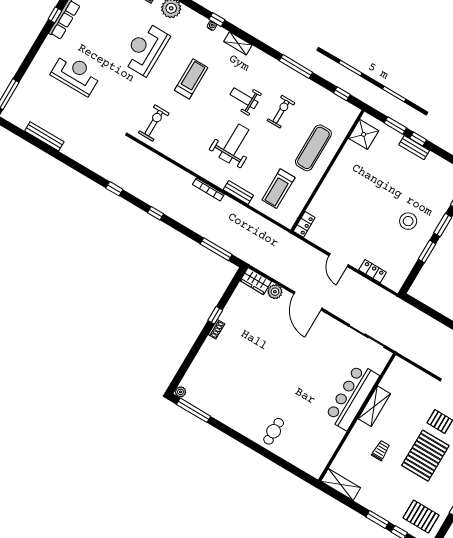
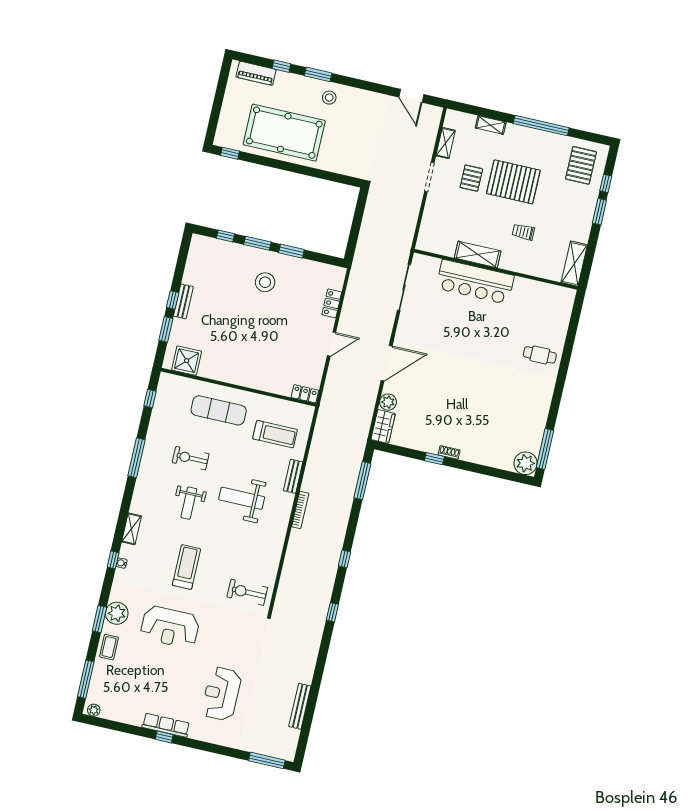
treadmill: (191, 79) -> (186, 567), turned 90
plant: (180, 392) -> (526, 463), width x1.88, depth x1.88

